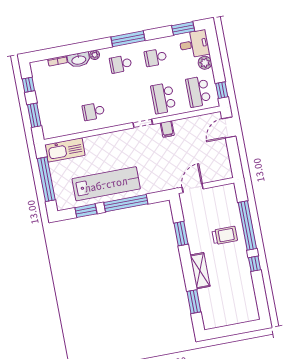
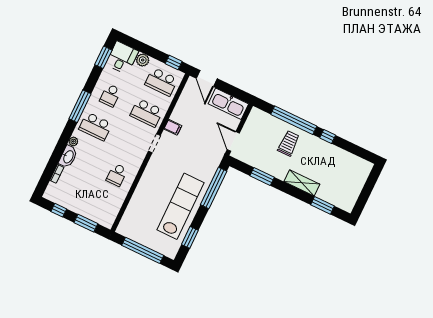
school desk: (121, 64) -> (95, 126), width x1.85
kitchen sink: (65, 150) -> (228, 104), moved, turned 90
window: (126, 203) -> (214, 188), moved

